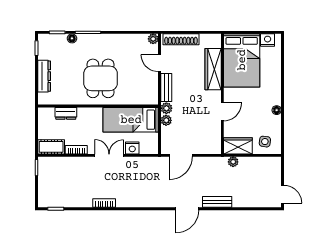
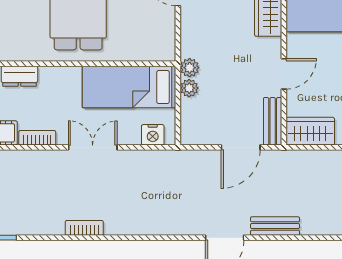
bench: (166, 87) -> (273, 121), moved
nightstand: (132, 148) -> (153, 135), moved
door: (181, 155) -> (241, 147), moved
plant: (233, 162) -> (302, 158), removed

